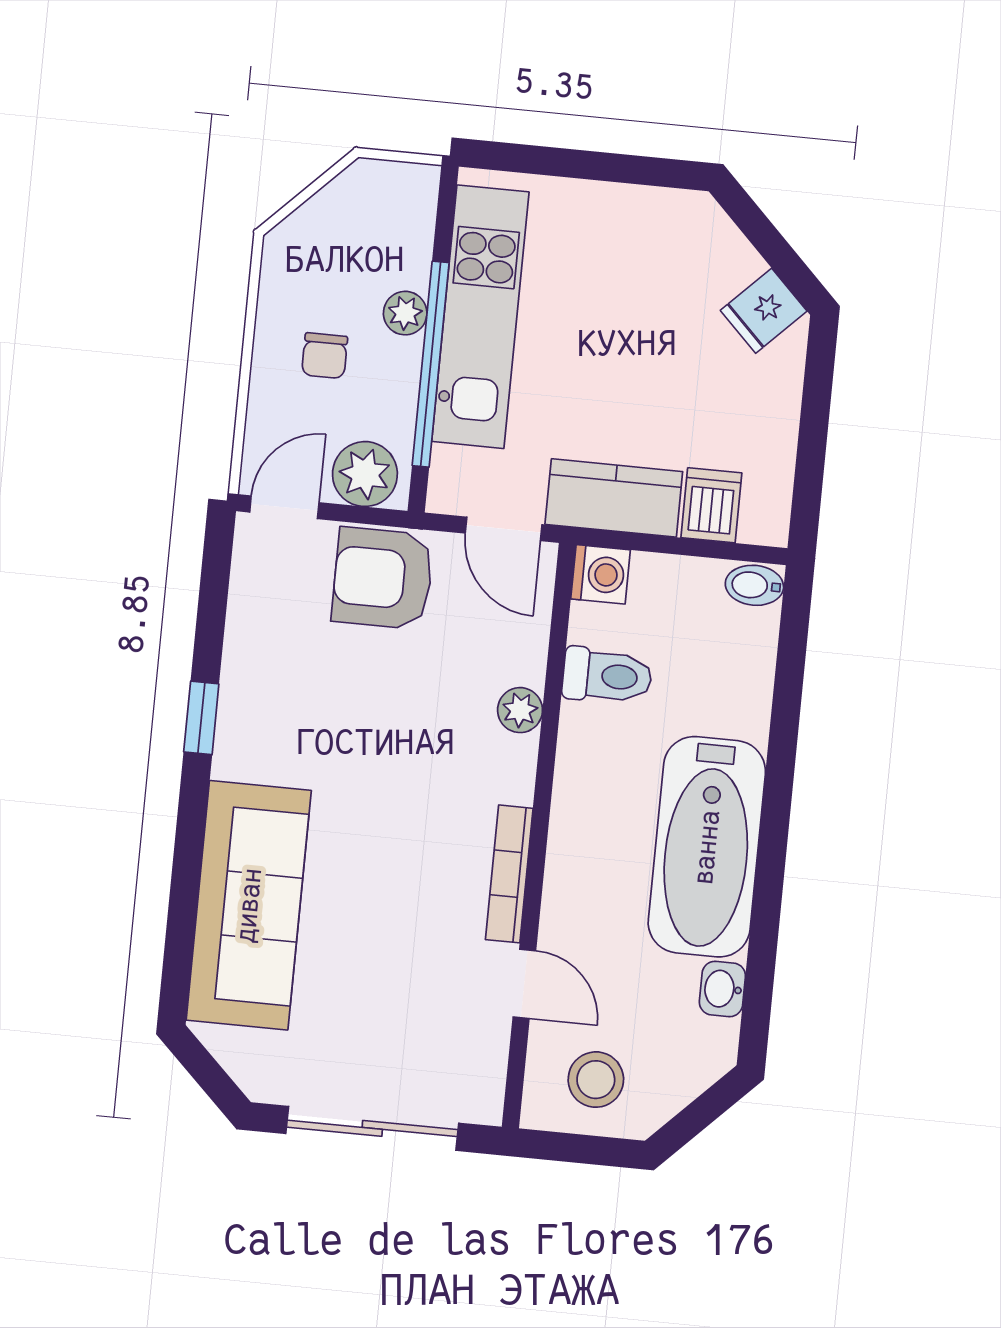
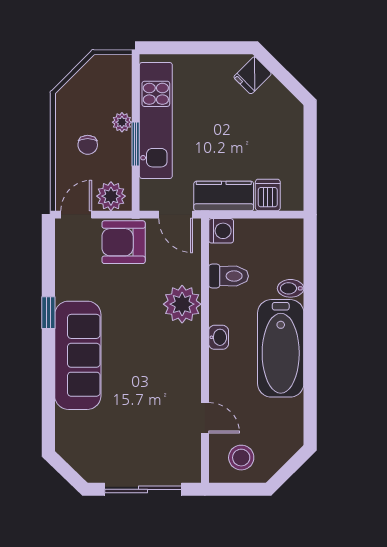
fridge: (764, 311) -> (253, 75), moved
window: (431, 364) -> (136, 144), width x0.47
bidet: (754, 585) -> (291, 288), moved
plant: (520, 710) -> (182, 304), width x1.87, depth x1.87
bookcase: (509, 874) -> (193, 369), removed
sofa: (249, 905) -> (78, 355), moved
washbasin: (722, 989) -> (219, 337), moved, turned 180

